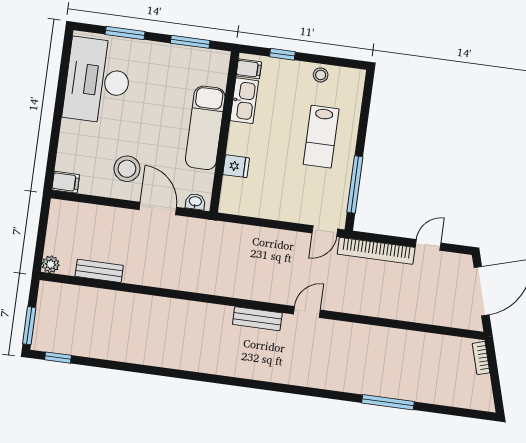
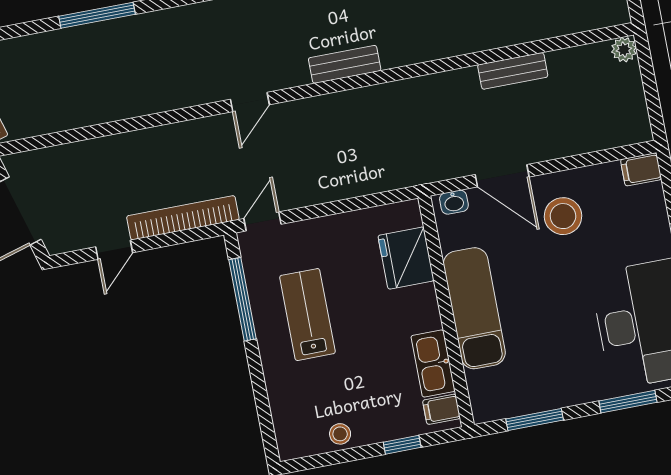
lab bench: (321, 137) -> (307, 315), moved
fridge: (236, 166) -> (406, 258), width x1.88, depth x1.34
bench: (99, 271) -> (513, 71), moved
bench: (257, 319) -> (345, 64), moved

